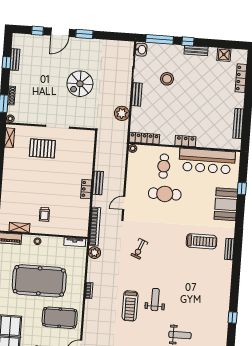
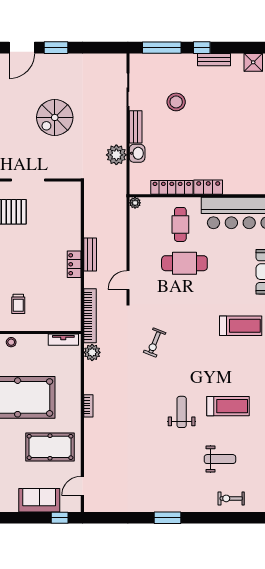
washbasin: (141, 50) -> (137, 153), moved
locker: (144, 138) -> (172, 187), moved
treadmill: (130, 306) -> (228, 406), moved, turned -90

